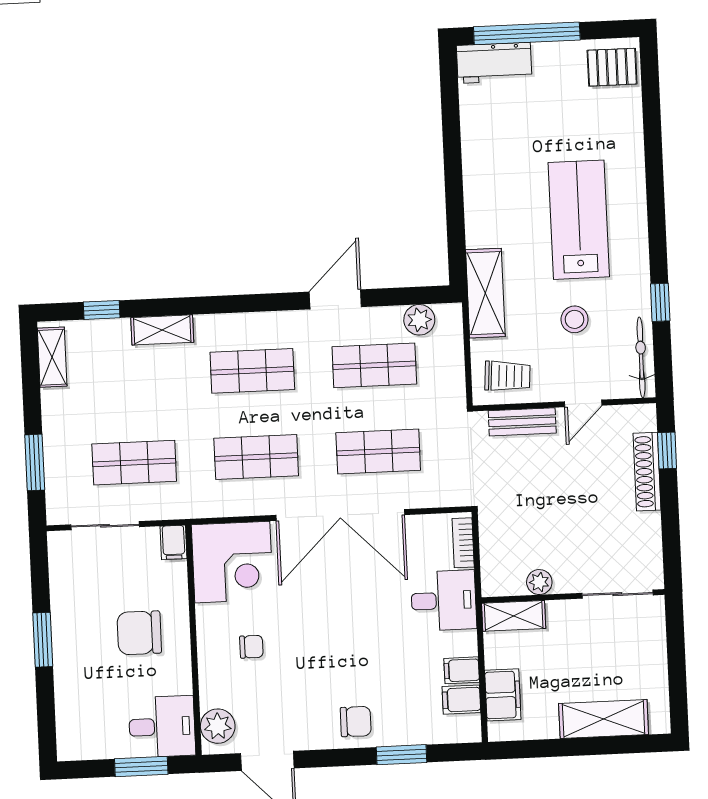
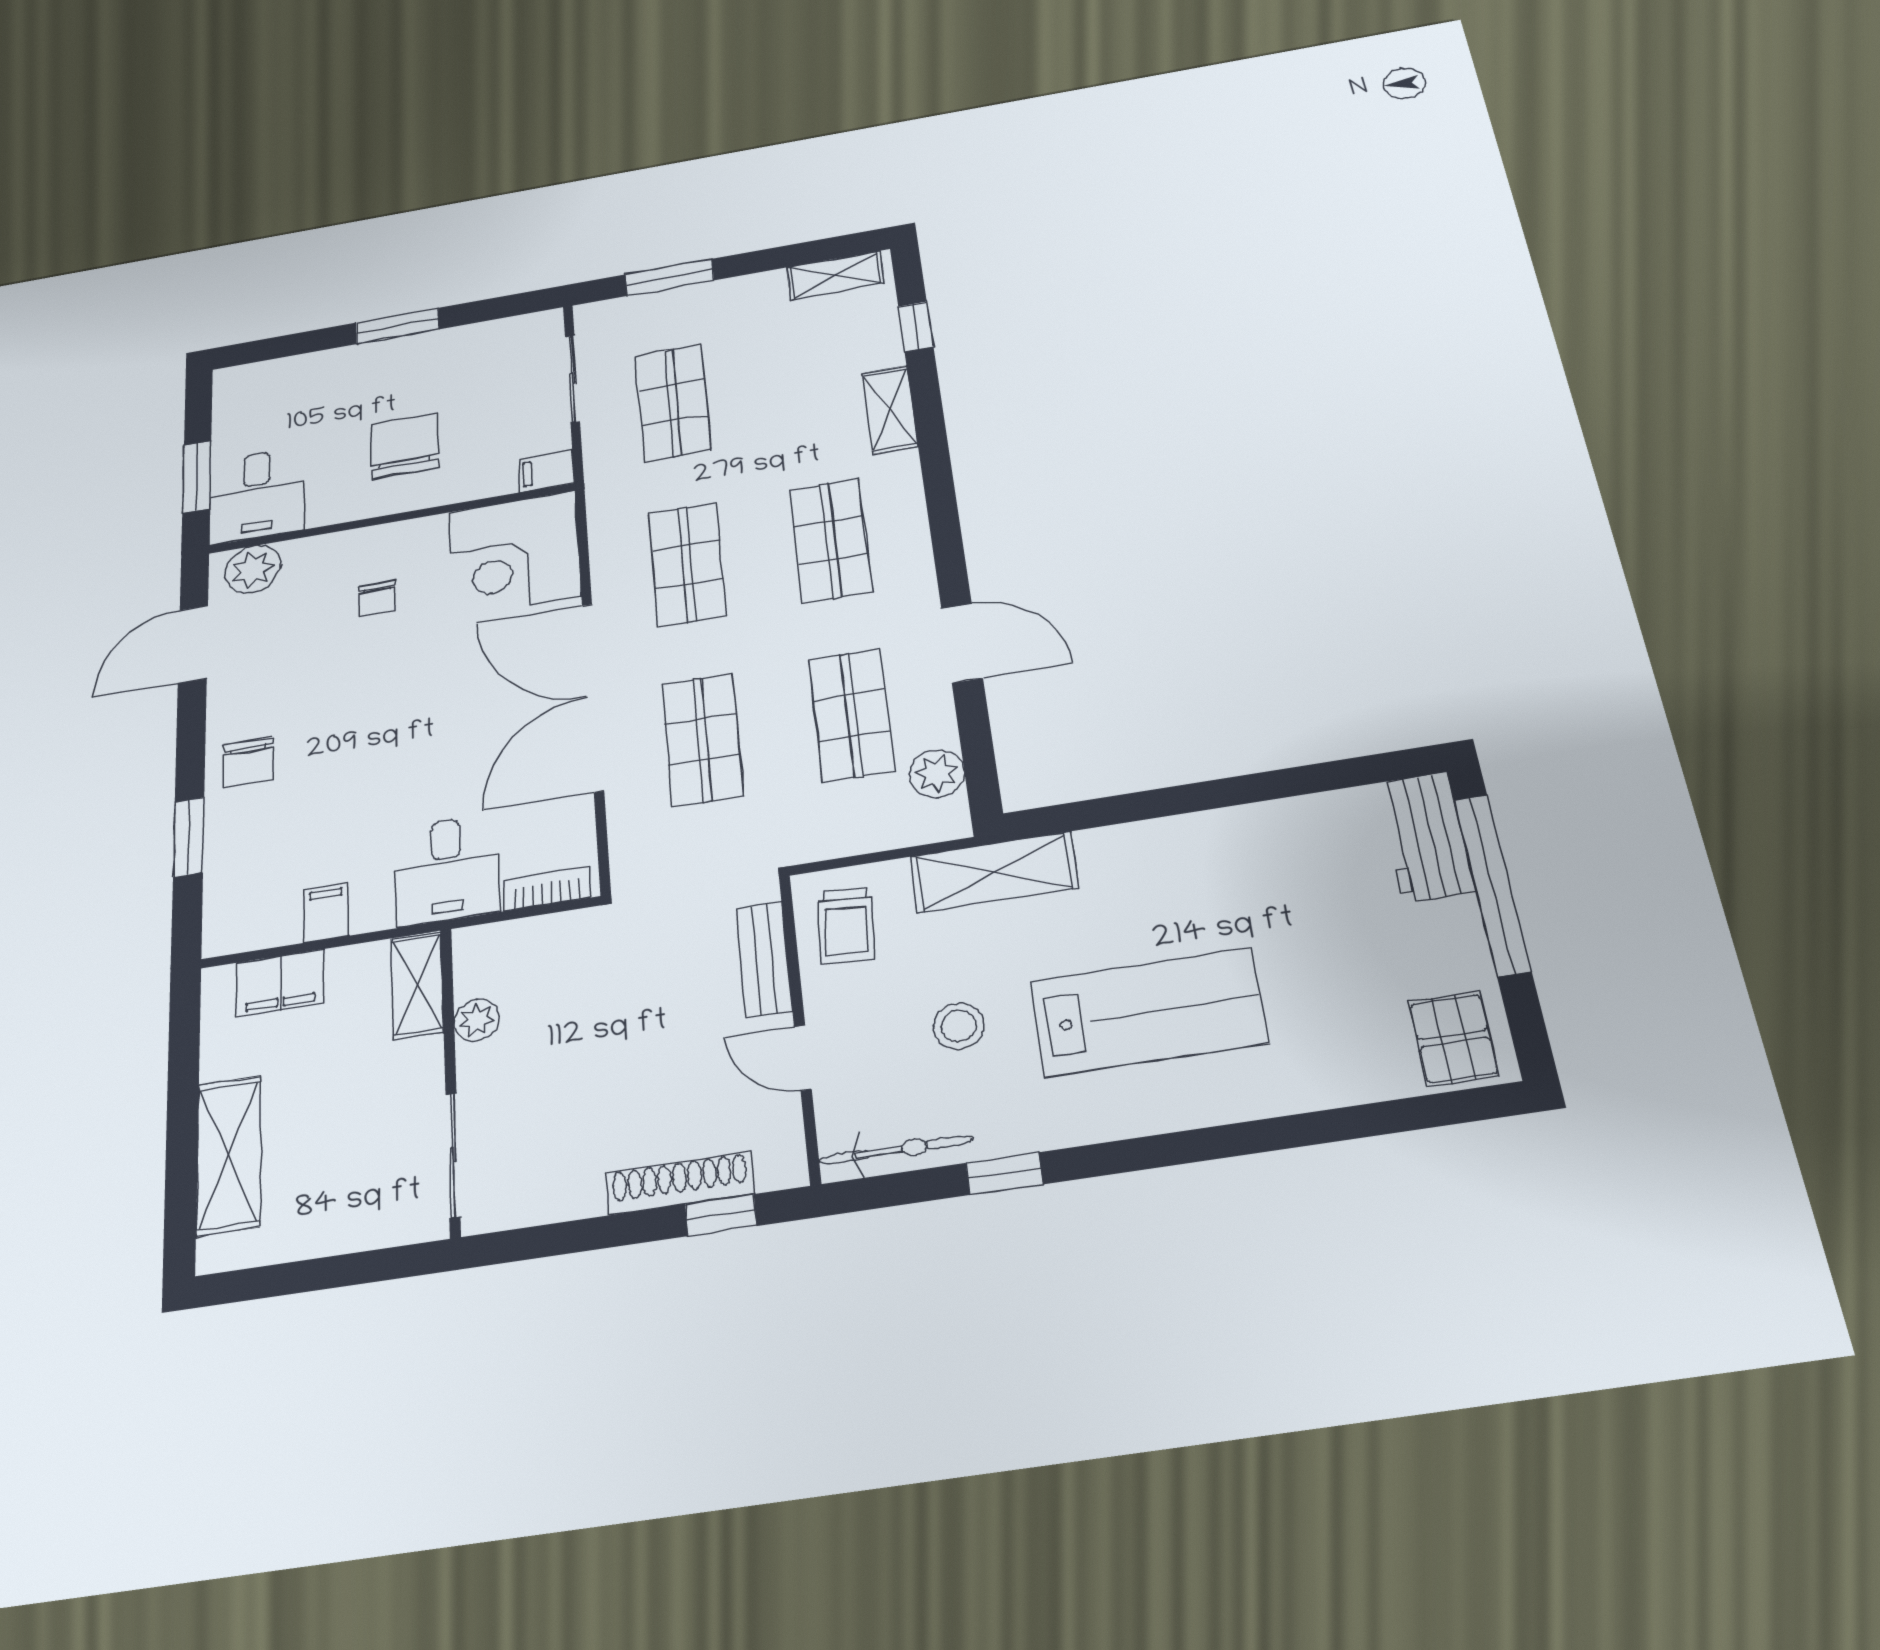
filing cabinet: (461, 700) -> (276, 918), removed

